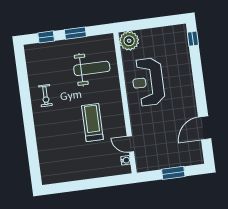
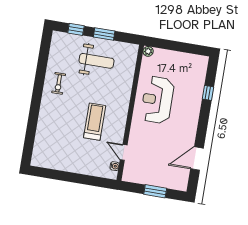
window: (193, 39) -> (208, 93), moved
plant: (129, 41) -> (148, 51), width x0.53, depth x0.53
weight bench: (92, 68) -> (97, 61), moved

